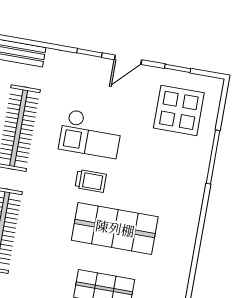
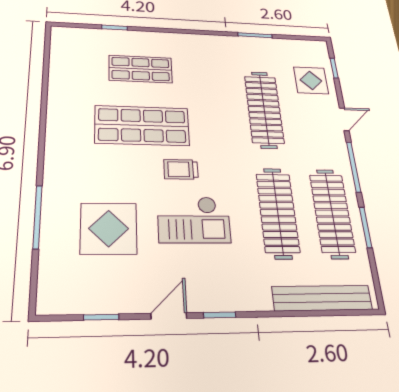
display table: (179, 110) -> (109, 228), moved
checkout: (91, 134) -> (194, 220), turned 180

